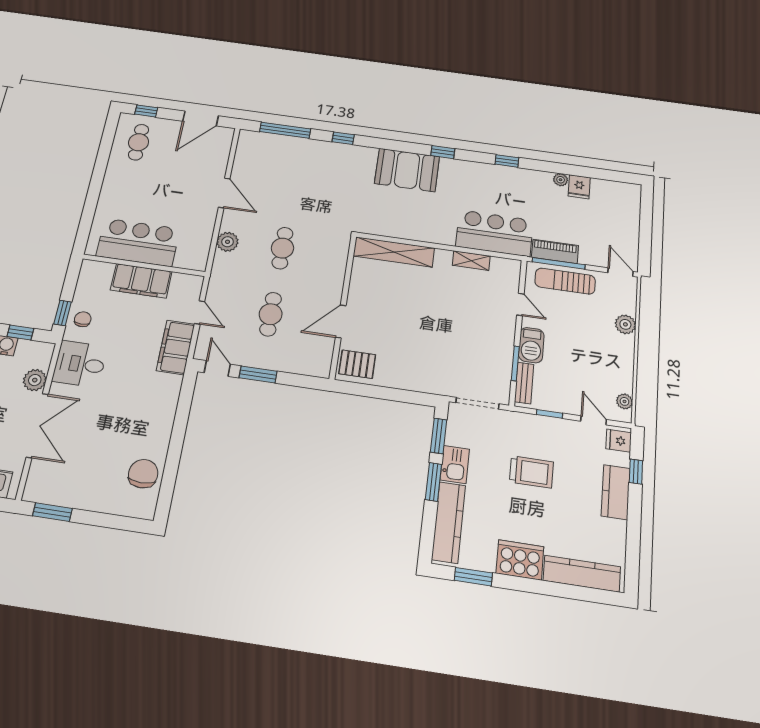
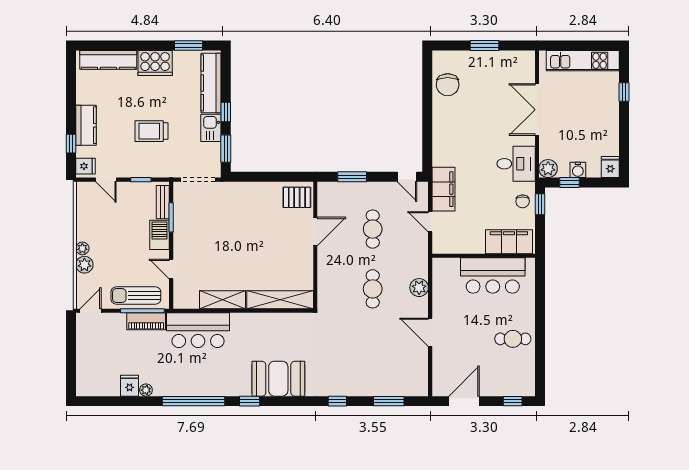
window: (285, 130) -> (389, 401), width x0.69
cafe table: (139, 142) -> (513, 339), moved, turned 90
window: (507, 161) -> (193, 401), width x3.17
shelving: (471, 261) -> (223, 300), width x1.50, depth x1.33
door: (620, 272) -> (91, 311), swing flipped
filing cabinet: (141, 281) -> (509, 242), moved
sun lounger: (565, 281) -> (136, 295), turned 180
window: (258, 374) -> (352, 177), moved
plant: (35, 380) -> (548, 169), moved
plant: (624, 401) -> (82, 248), moved
window: (433, 482) -> (226, 112), width x0.67
window: (52, 512) -> (485, 46), moved

